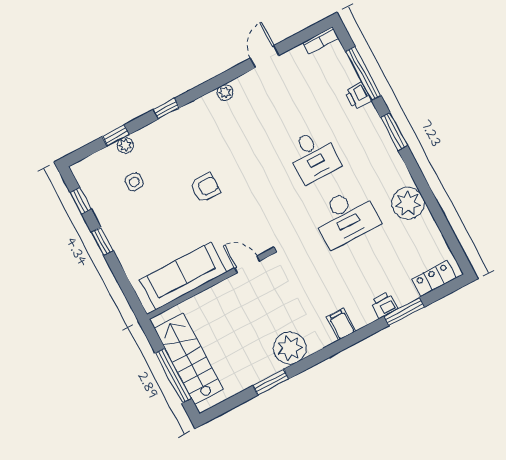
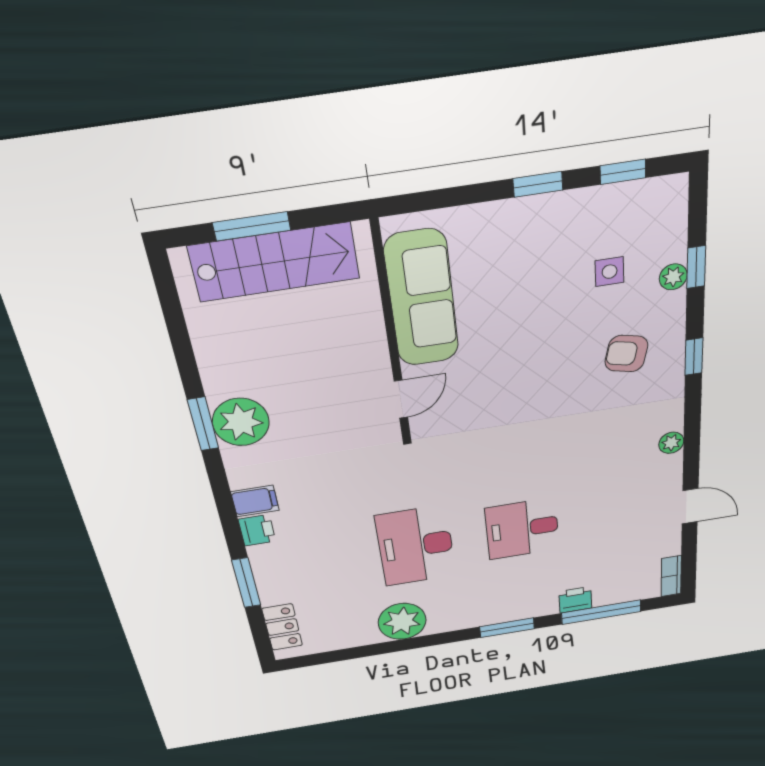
armchair: (205, 188) -> (626, 354), moved, turned 103
printer: (384, 305) -> (257, 530), moved
window: (173, 376) -> (252, 226), width x0.69
window: (271, 382) -> (203, 424), moved

